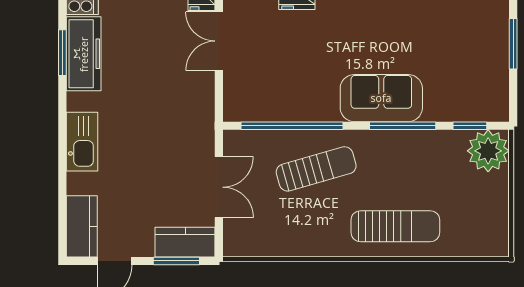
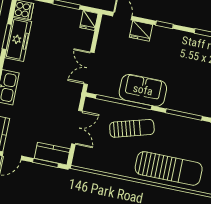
double door: (219, 41) -> (89, 68), moved
sofa: (381, 98) -> (143, 90), moved
sun lounger: (395, 226) -> (169, 168), width x1.36, depth x1.34

